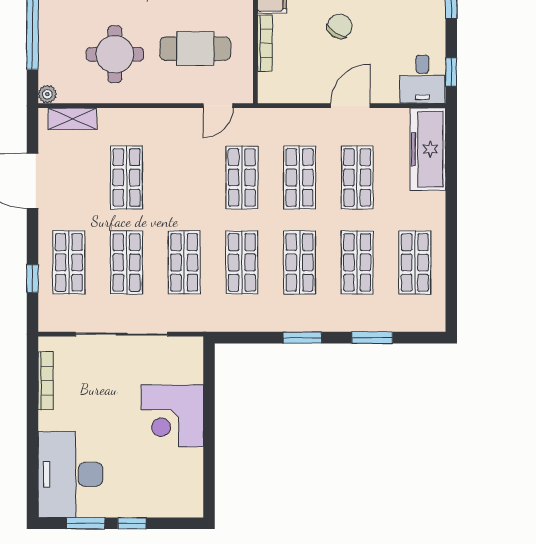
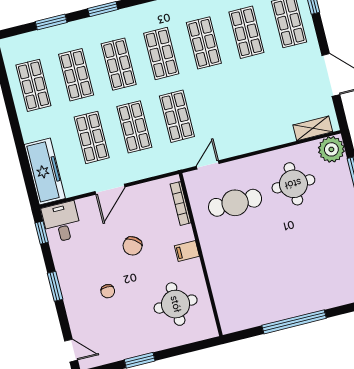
bookcase: (265, 43) -> (181, 203), moved
plant: (47, 94) -> (331, 149), width x1.87, depth x1.87
shop shelf: (127, 177) -> (262, 95), removed

